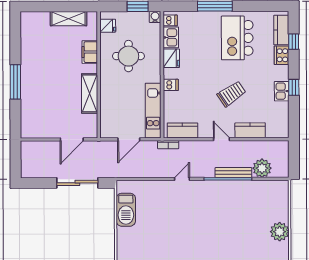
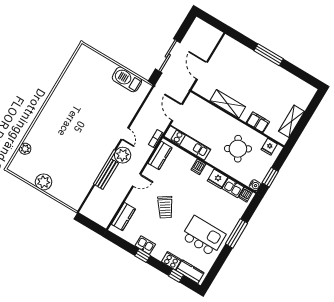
round table: (128, 56) -> (238, 149), turned -30
kitchen counter: (250, 130) -> (123, 217), moved
plant: (262, 168) -> (123, 155), moved

